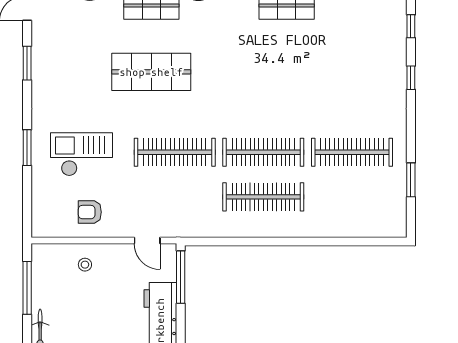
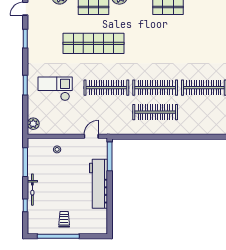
shop shelf: (151, 72) -> (94, 43), width x1.40
armchair: (90, 212) -> (60, 121), removed
plant: (42, 218) -> (33, 124), added
door: (147, 240) -> (91, 136), swing flipped

